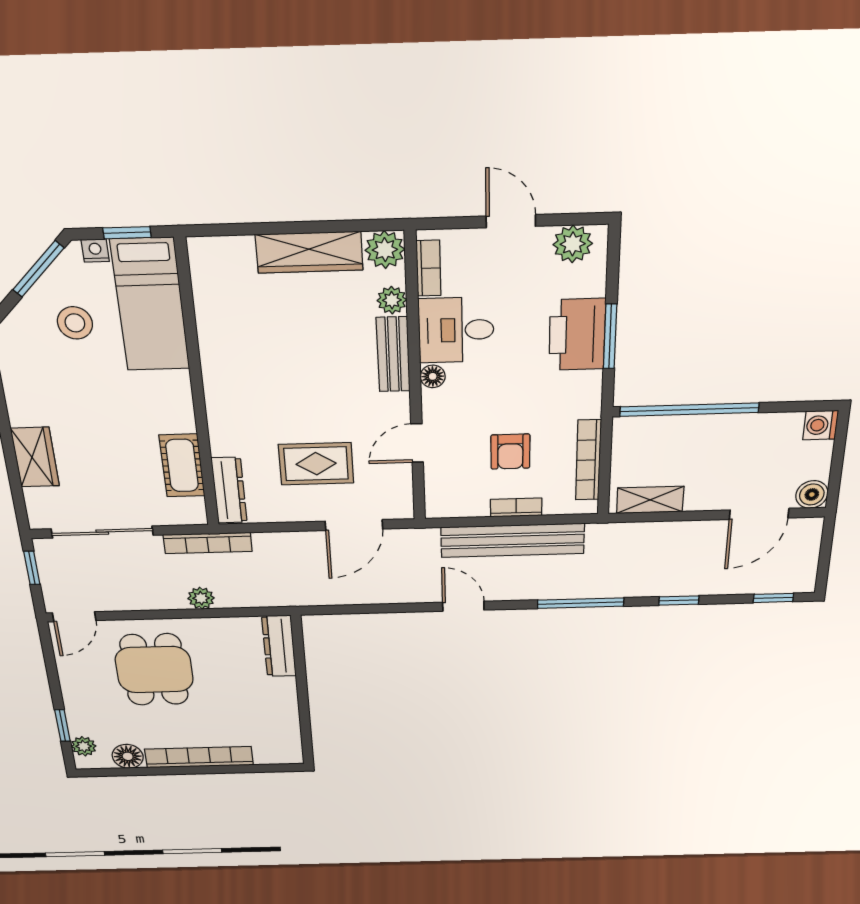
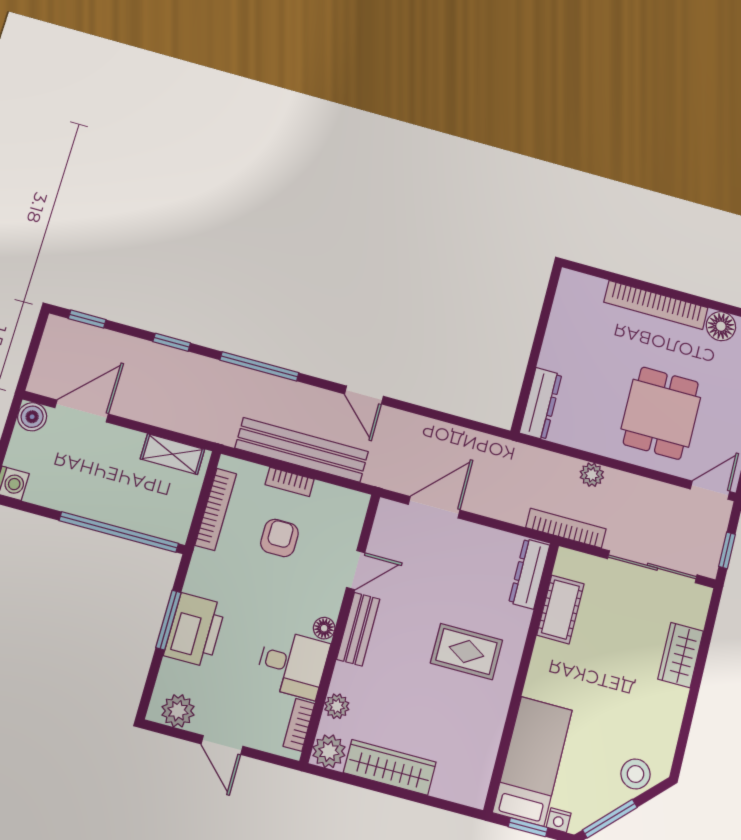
stool: (75, 323) -> (636, 774), moved
bench: (393, 354) -> (358, 629), moved
rug: (316, 464) -> (466, 652), moved

